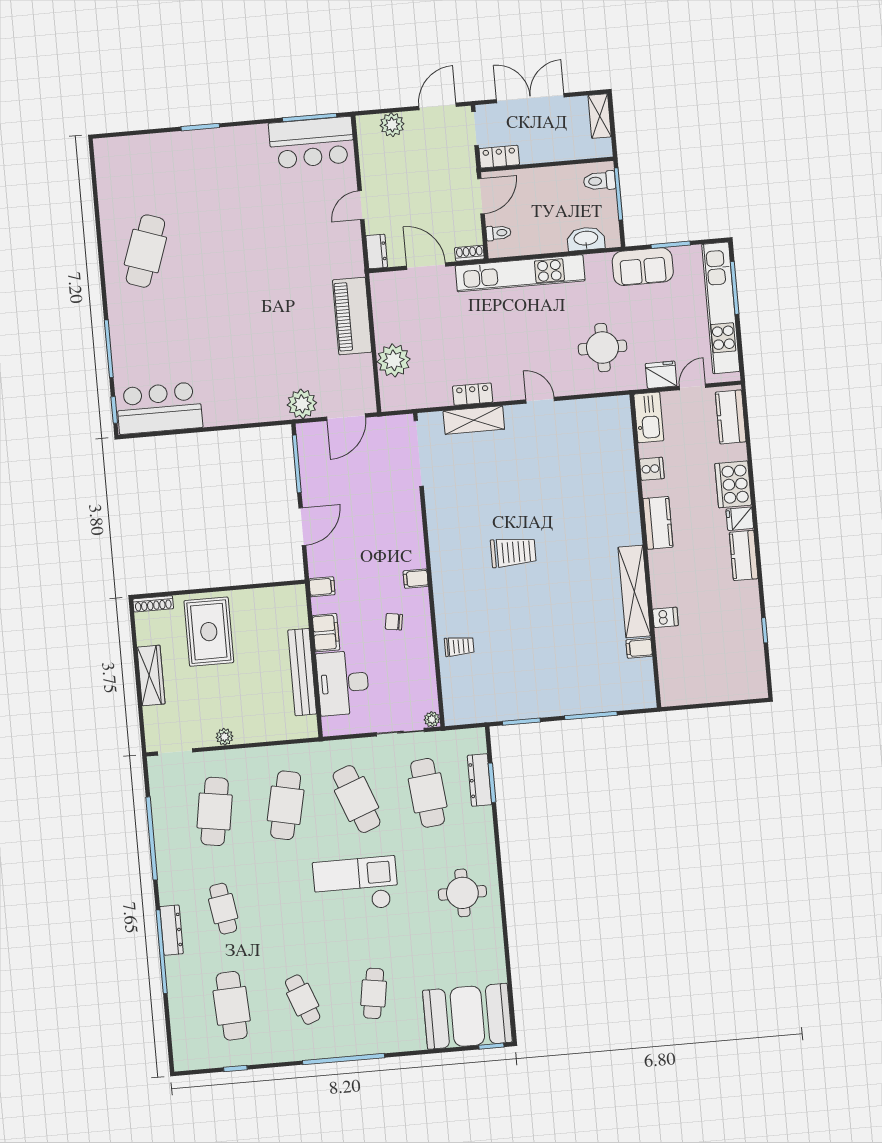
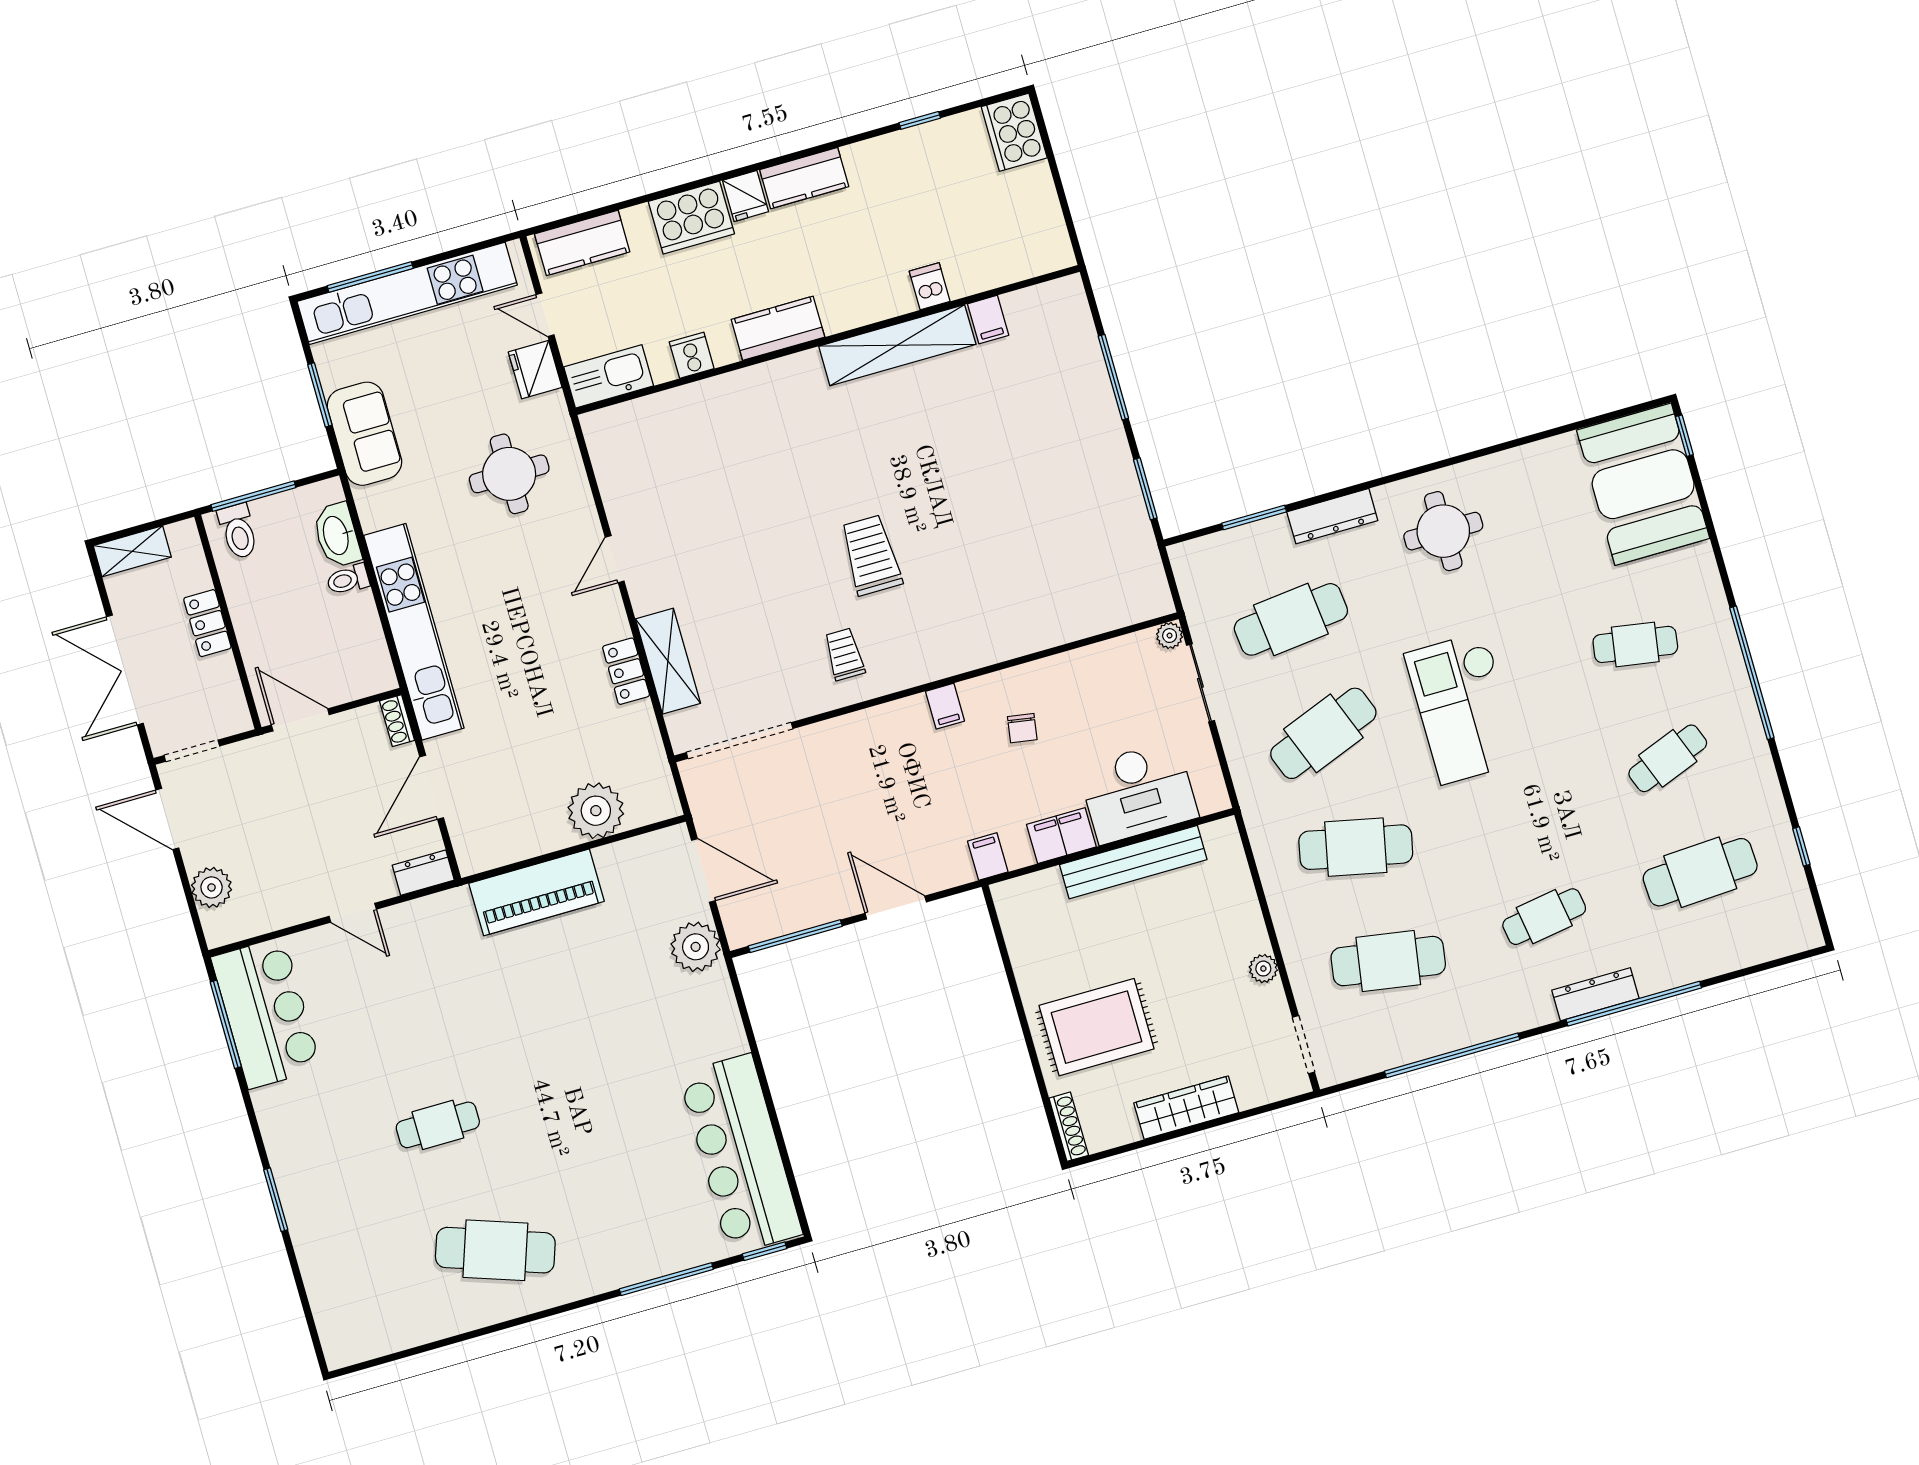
locker: (499, 157) -> (207, 623), moved
cafe table: (226, 231) -> (438, 1125), added
toilet: (498, 233) -> (348, 580), moved, turned -90
bar counter: (159, 408) -> (740, 1154), width x1.36
trolley: (459, 646) -> (844, 654), moved
cooker: (747, 685) -> (1014, 132), added
dresser: (480, 780) -> (1332, 516), moved

